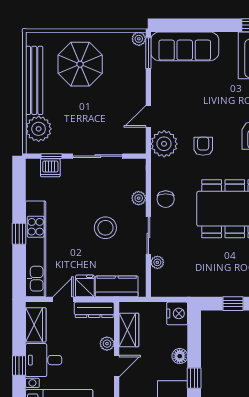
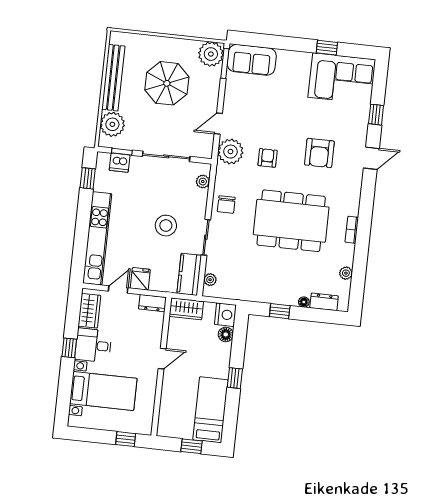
plant: (139, 39) -> (211, 54), width x1.88, depth x1.88
sofa: (185, 46) -> (252, 60), width x0.73
parasol: (80, 64) -> (167, 83), moved
plant: (139, 198) -> (203, 182), moved
window: (19, 234) -> (88, 178), moved
plant: (157, 262) -> (210, 280), moved
kitchen counter: (117, 286) -> (189, 274), moved, turned -90
dresser: (94, 310) -> (152, 303), width x0.70
wardrobe: (129, 330) -> (186, 309), moved, turned 90
plant: (107, 344) -> (155, 336), removed
floor lamp: (180, 356) -> (226, 334), moved

